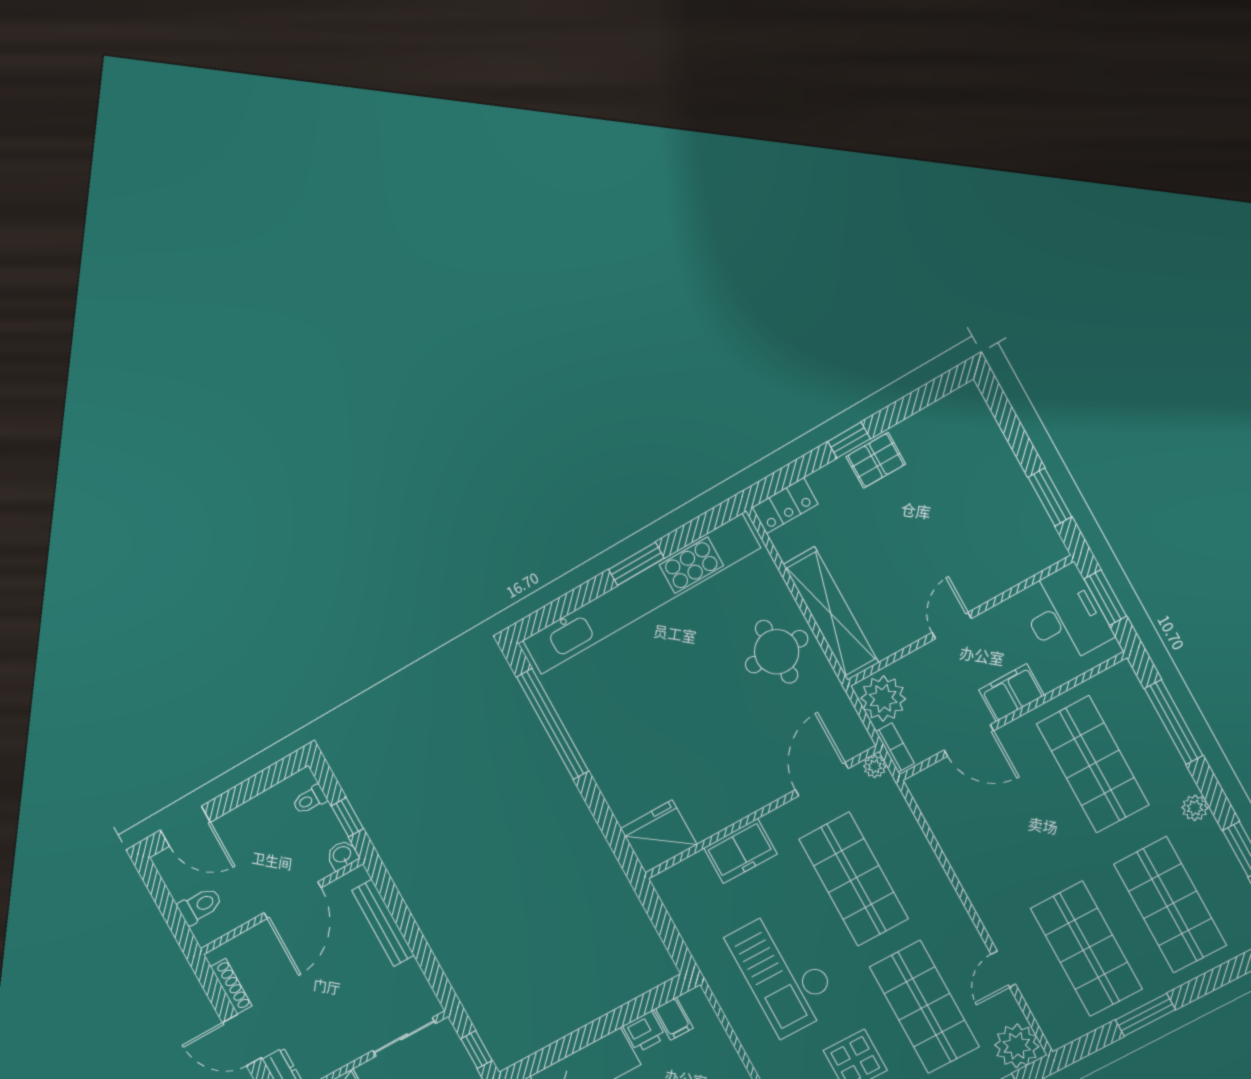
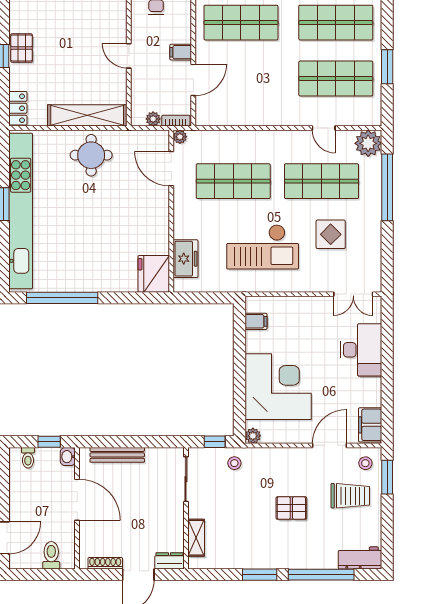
filing cabinet: (1011, 693) -> (181, 52), width x0.50
plant: (883, 698) -> (153, 119), width x0.53, depth x0.53
freezer: (740, 851) -> (185, 259), moved
printer: (644, 1032) -> (255, 342), removed

